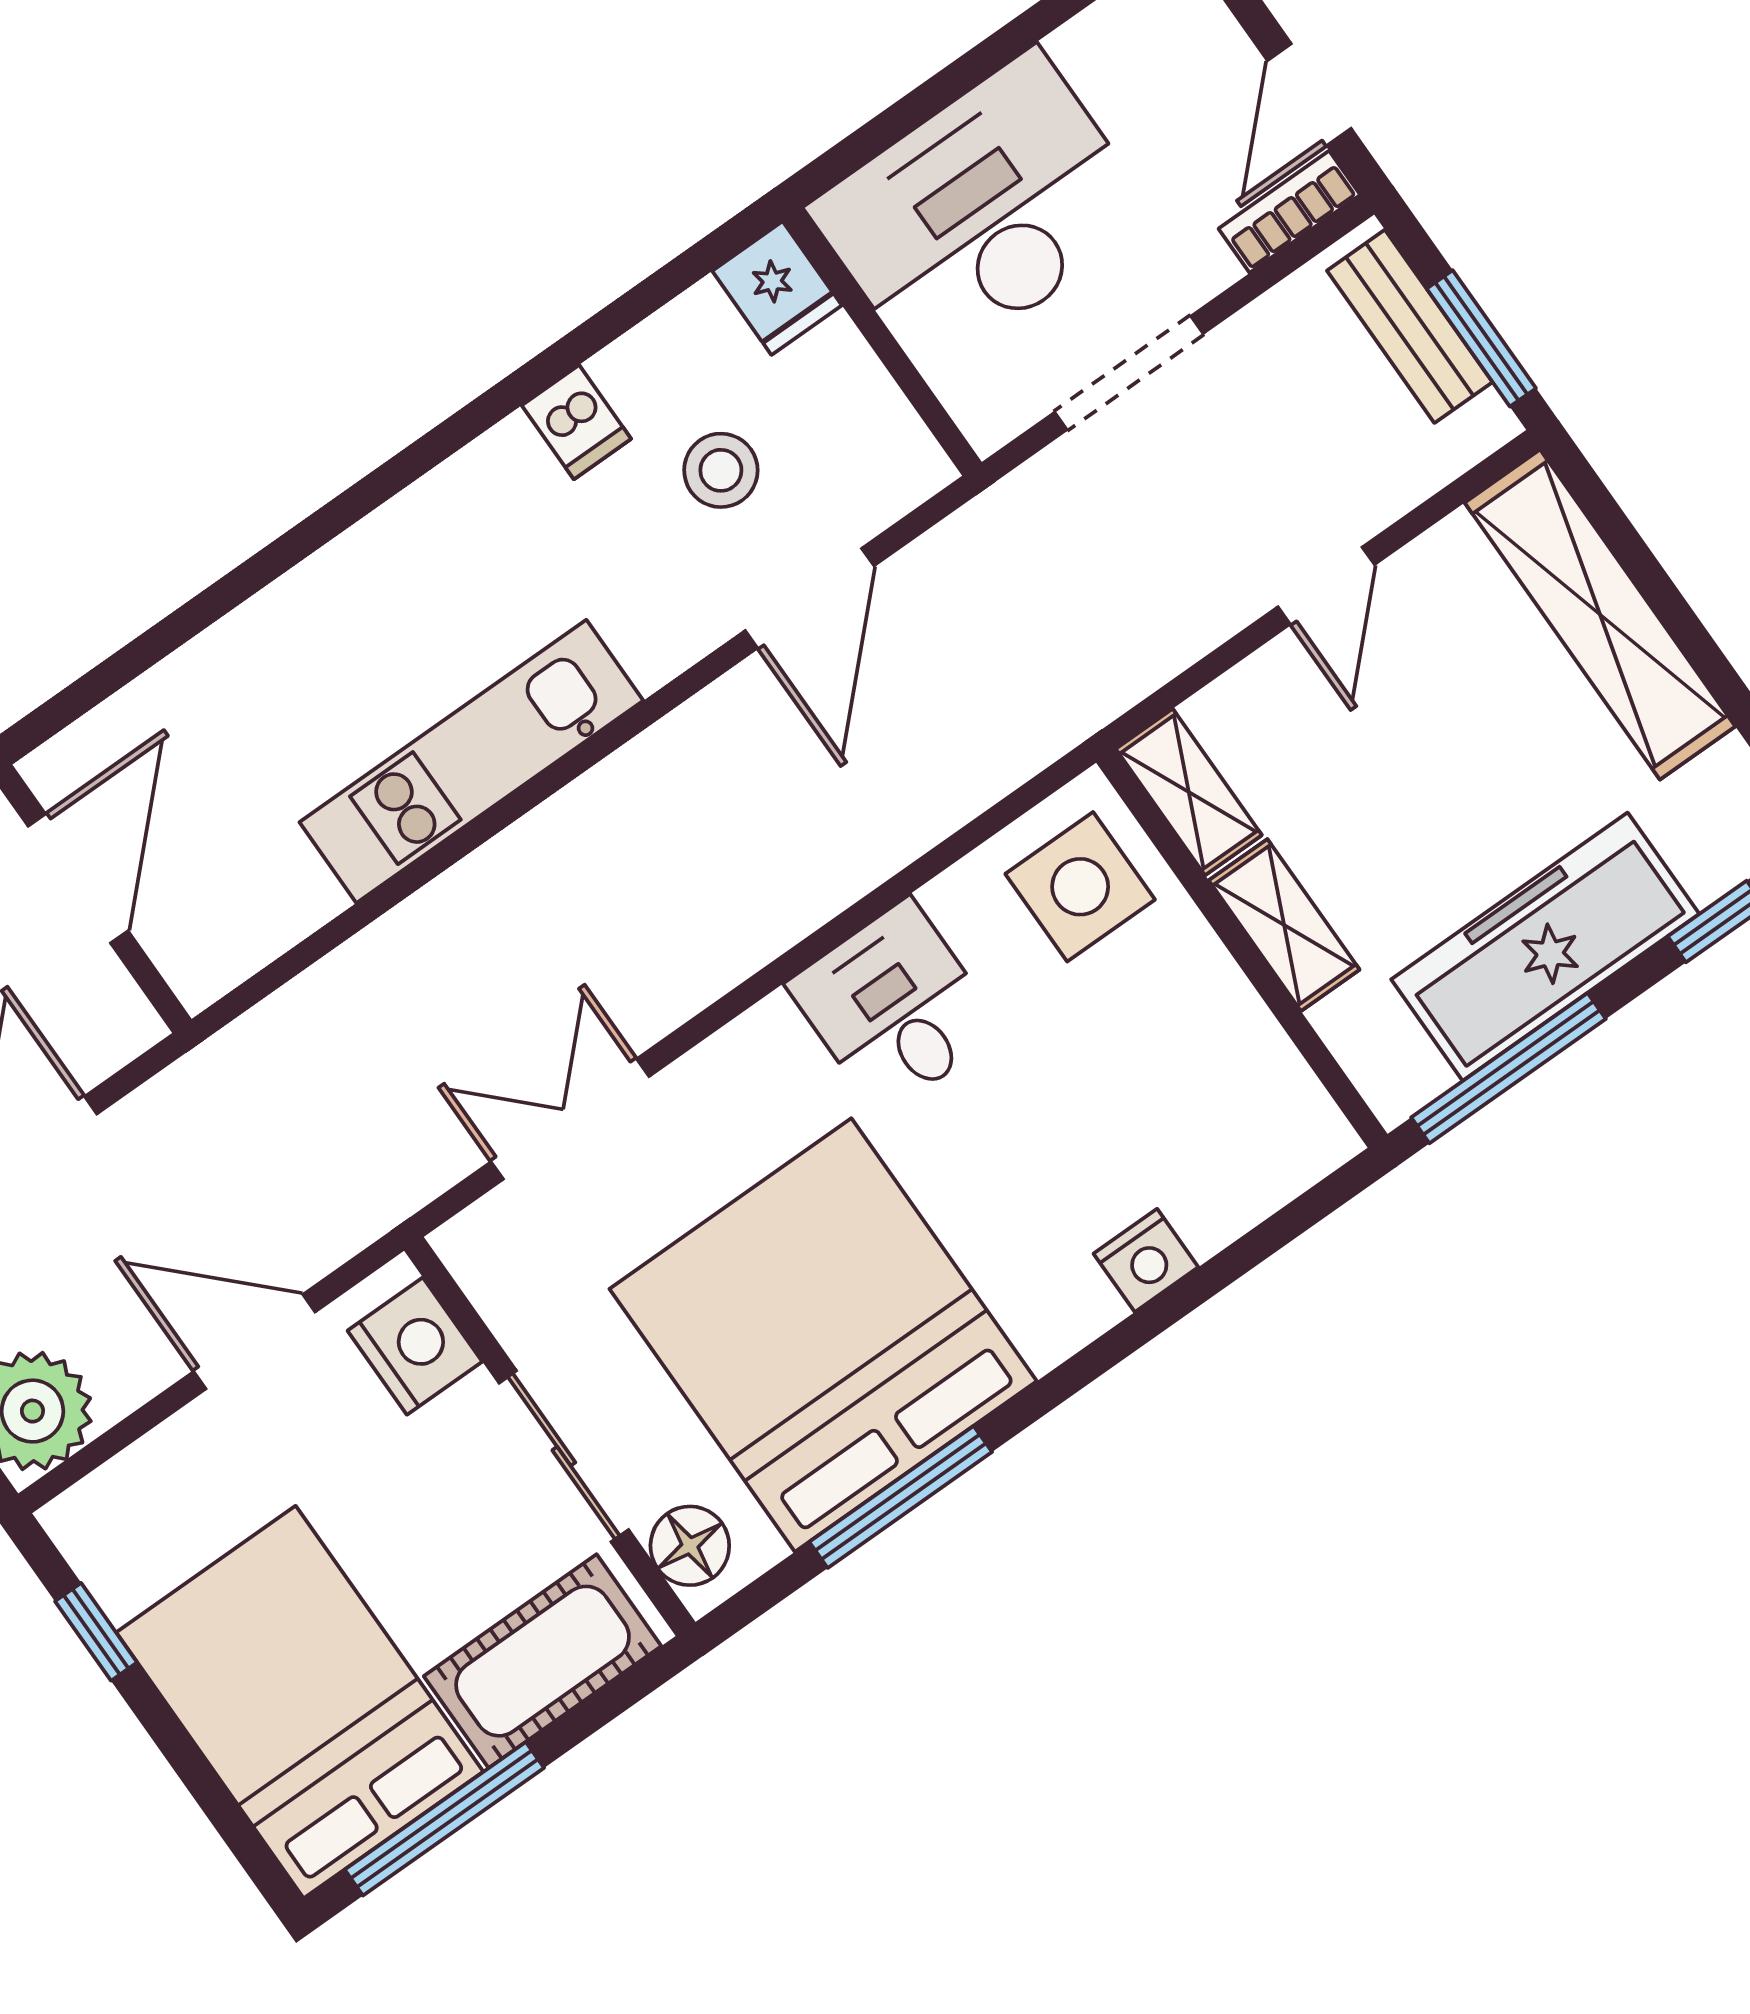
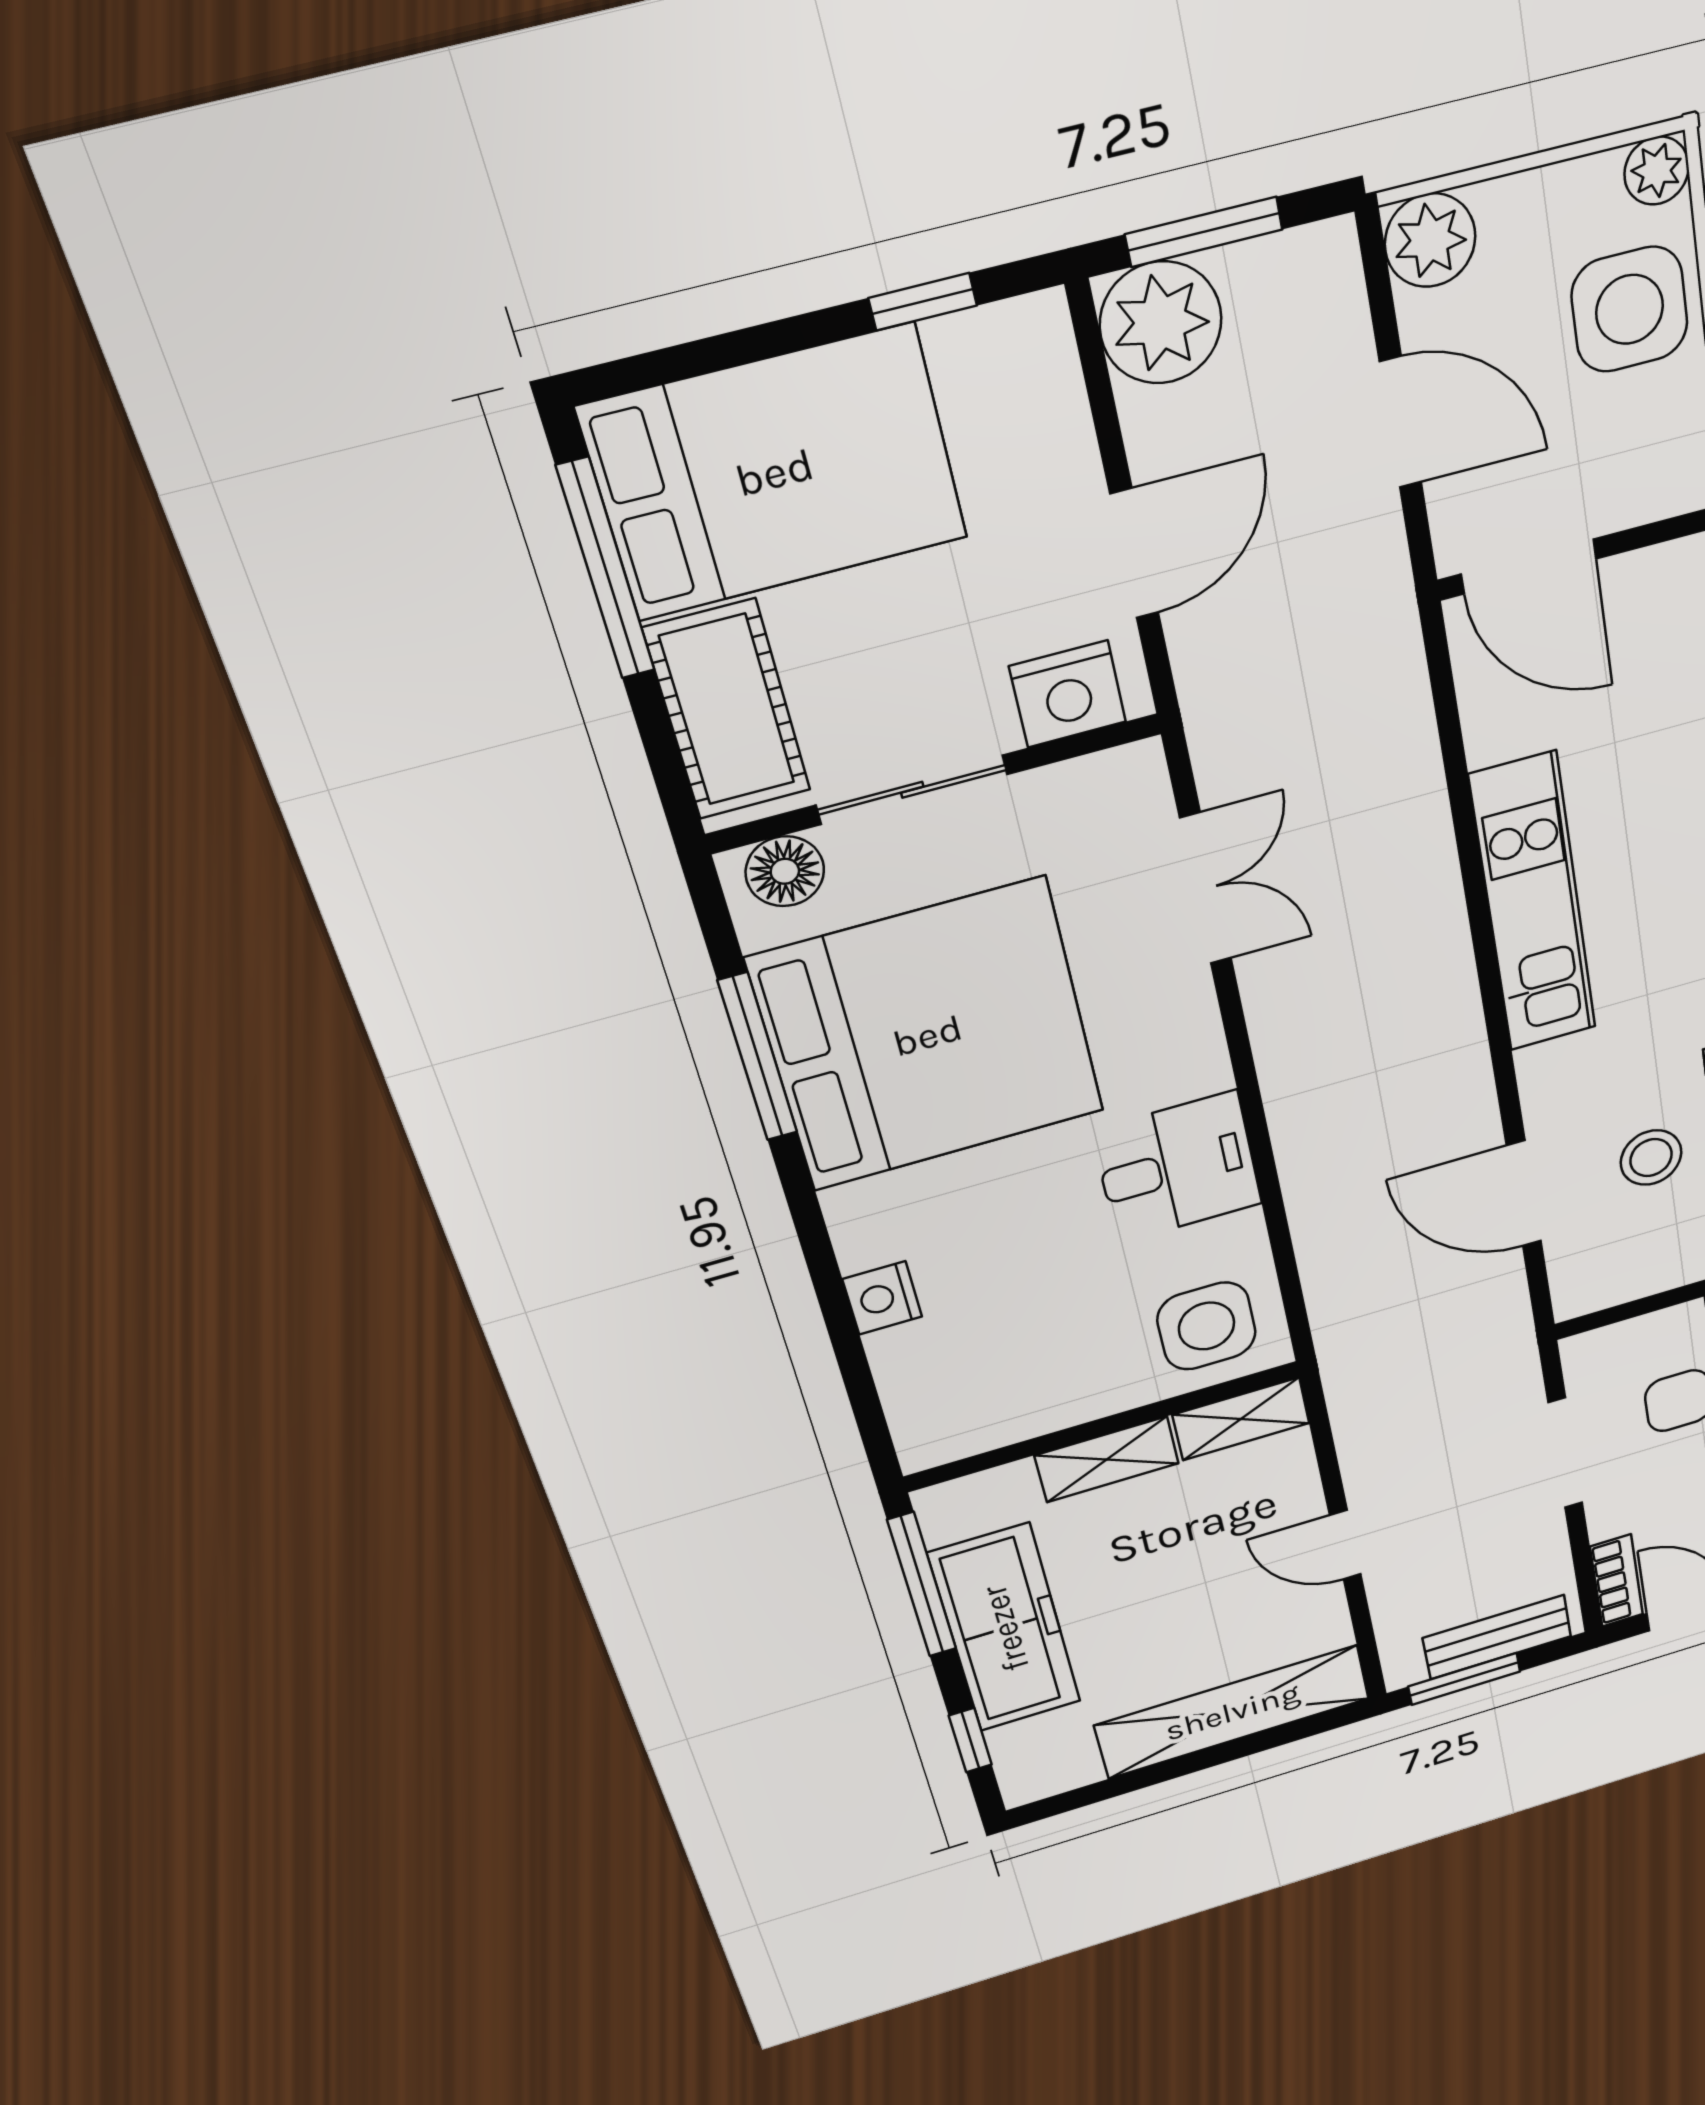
door: (78, 879) -> (1529, 567), moved

